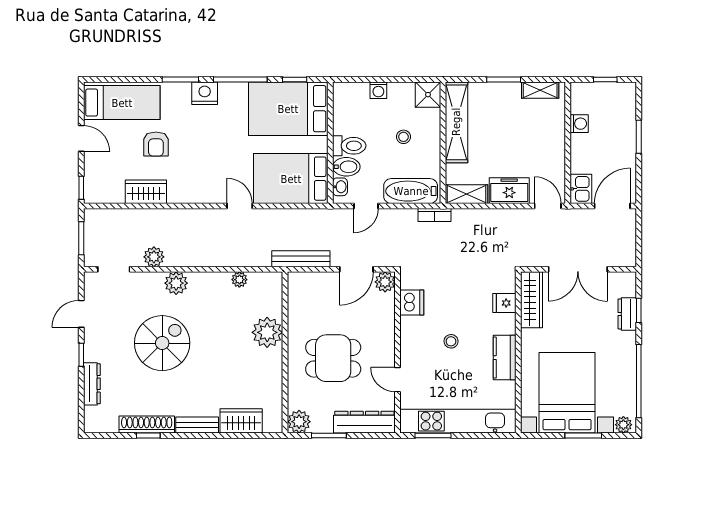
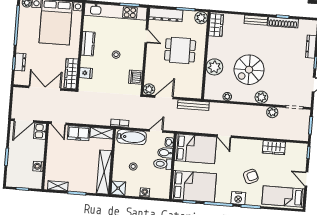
armchair: (156, 144) -> (251, 176), moved, turned 65
spiral stairs: (162, 343) -> (249, 70), moved
wardrobe: (241, 421) -> (216, 25), moved, turned -90

